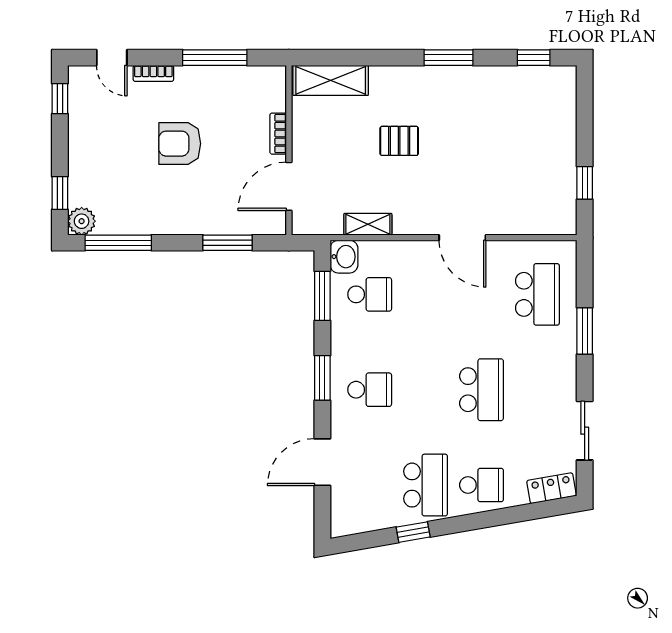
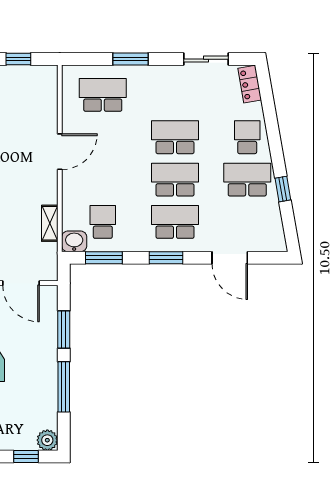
window: (118, 243) -> (64, 387), moved
school desk: (370, 390) -> (175, 222), width x1.85
school desk: (426, 390) -> (175, 180), added

